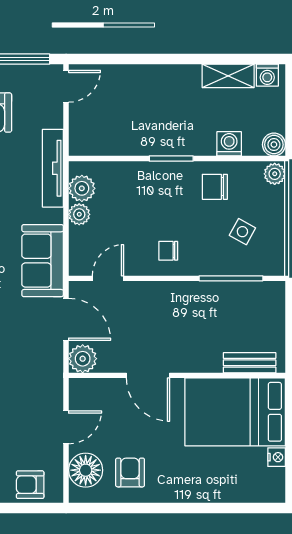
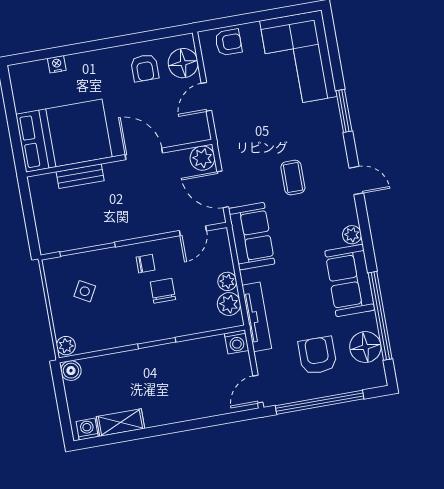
washing machine: (229, 144) -> (237, 342), moved
chair: (215, 187) -> (163, 291), moved, turned -90
bench: (250, 363) -> (80, 176), moved
nightstand: (277, 457) -> (57, 64), moved, turned 90

